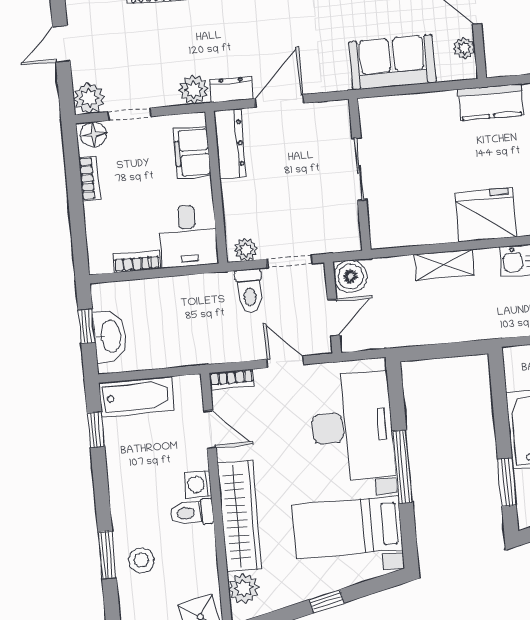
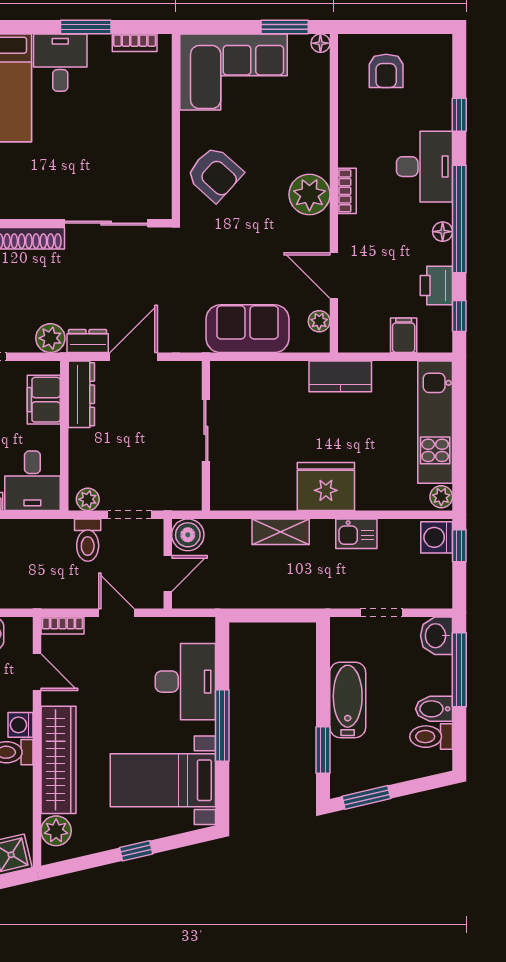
desk: (352, 426) -> (185, 682), width x0.73, depth x0.77

